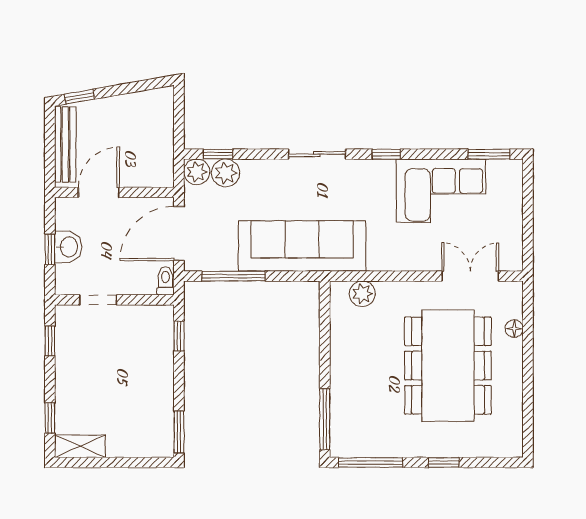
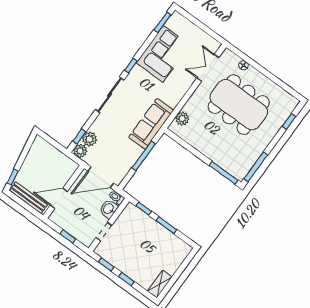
sliding door: (317, 154) -> (110, 95), width x1.37
door: (99, 192) -> (59, 198), hinge flipped
door: (179, 233) -> (101, 177), hinge flipped
sofa: (302, 246) -> (151, 124), width x0.74, depth x0.79
washbasin: (68, 247) -> (109, 209), moved, turned -90
window: (233, 276) -> (144, 156), moved
window: (50, 418) -> (126, 279), moved
window: (179, 432) -> (166, 225), moved
window: (444, 462) -> (289, 121), moved

